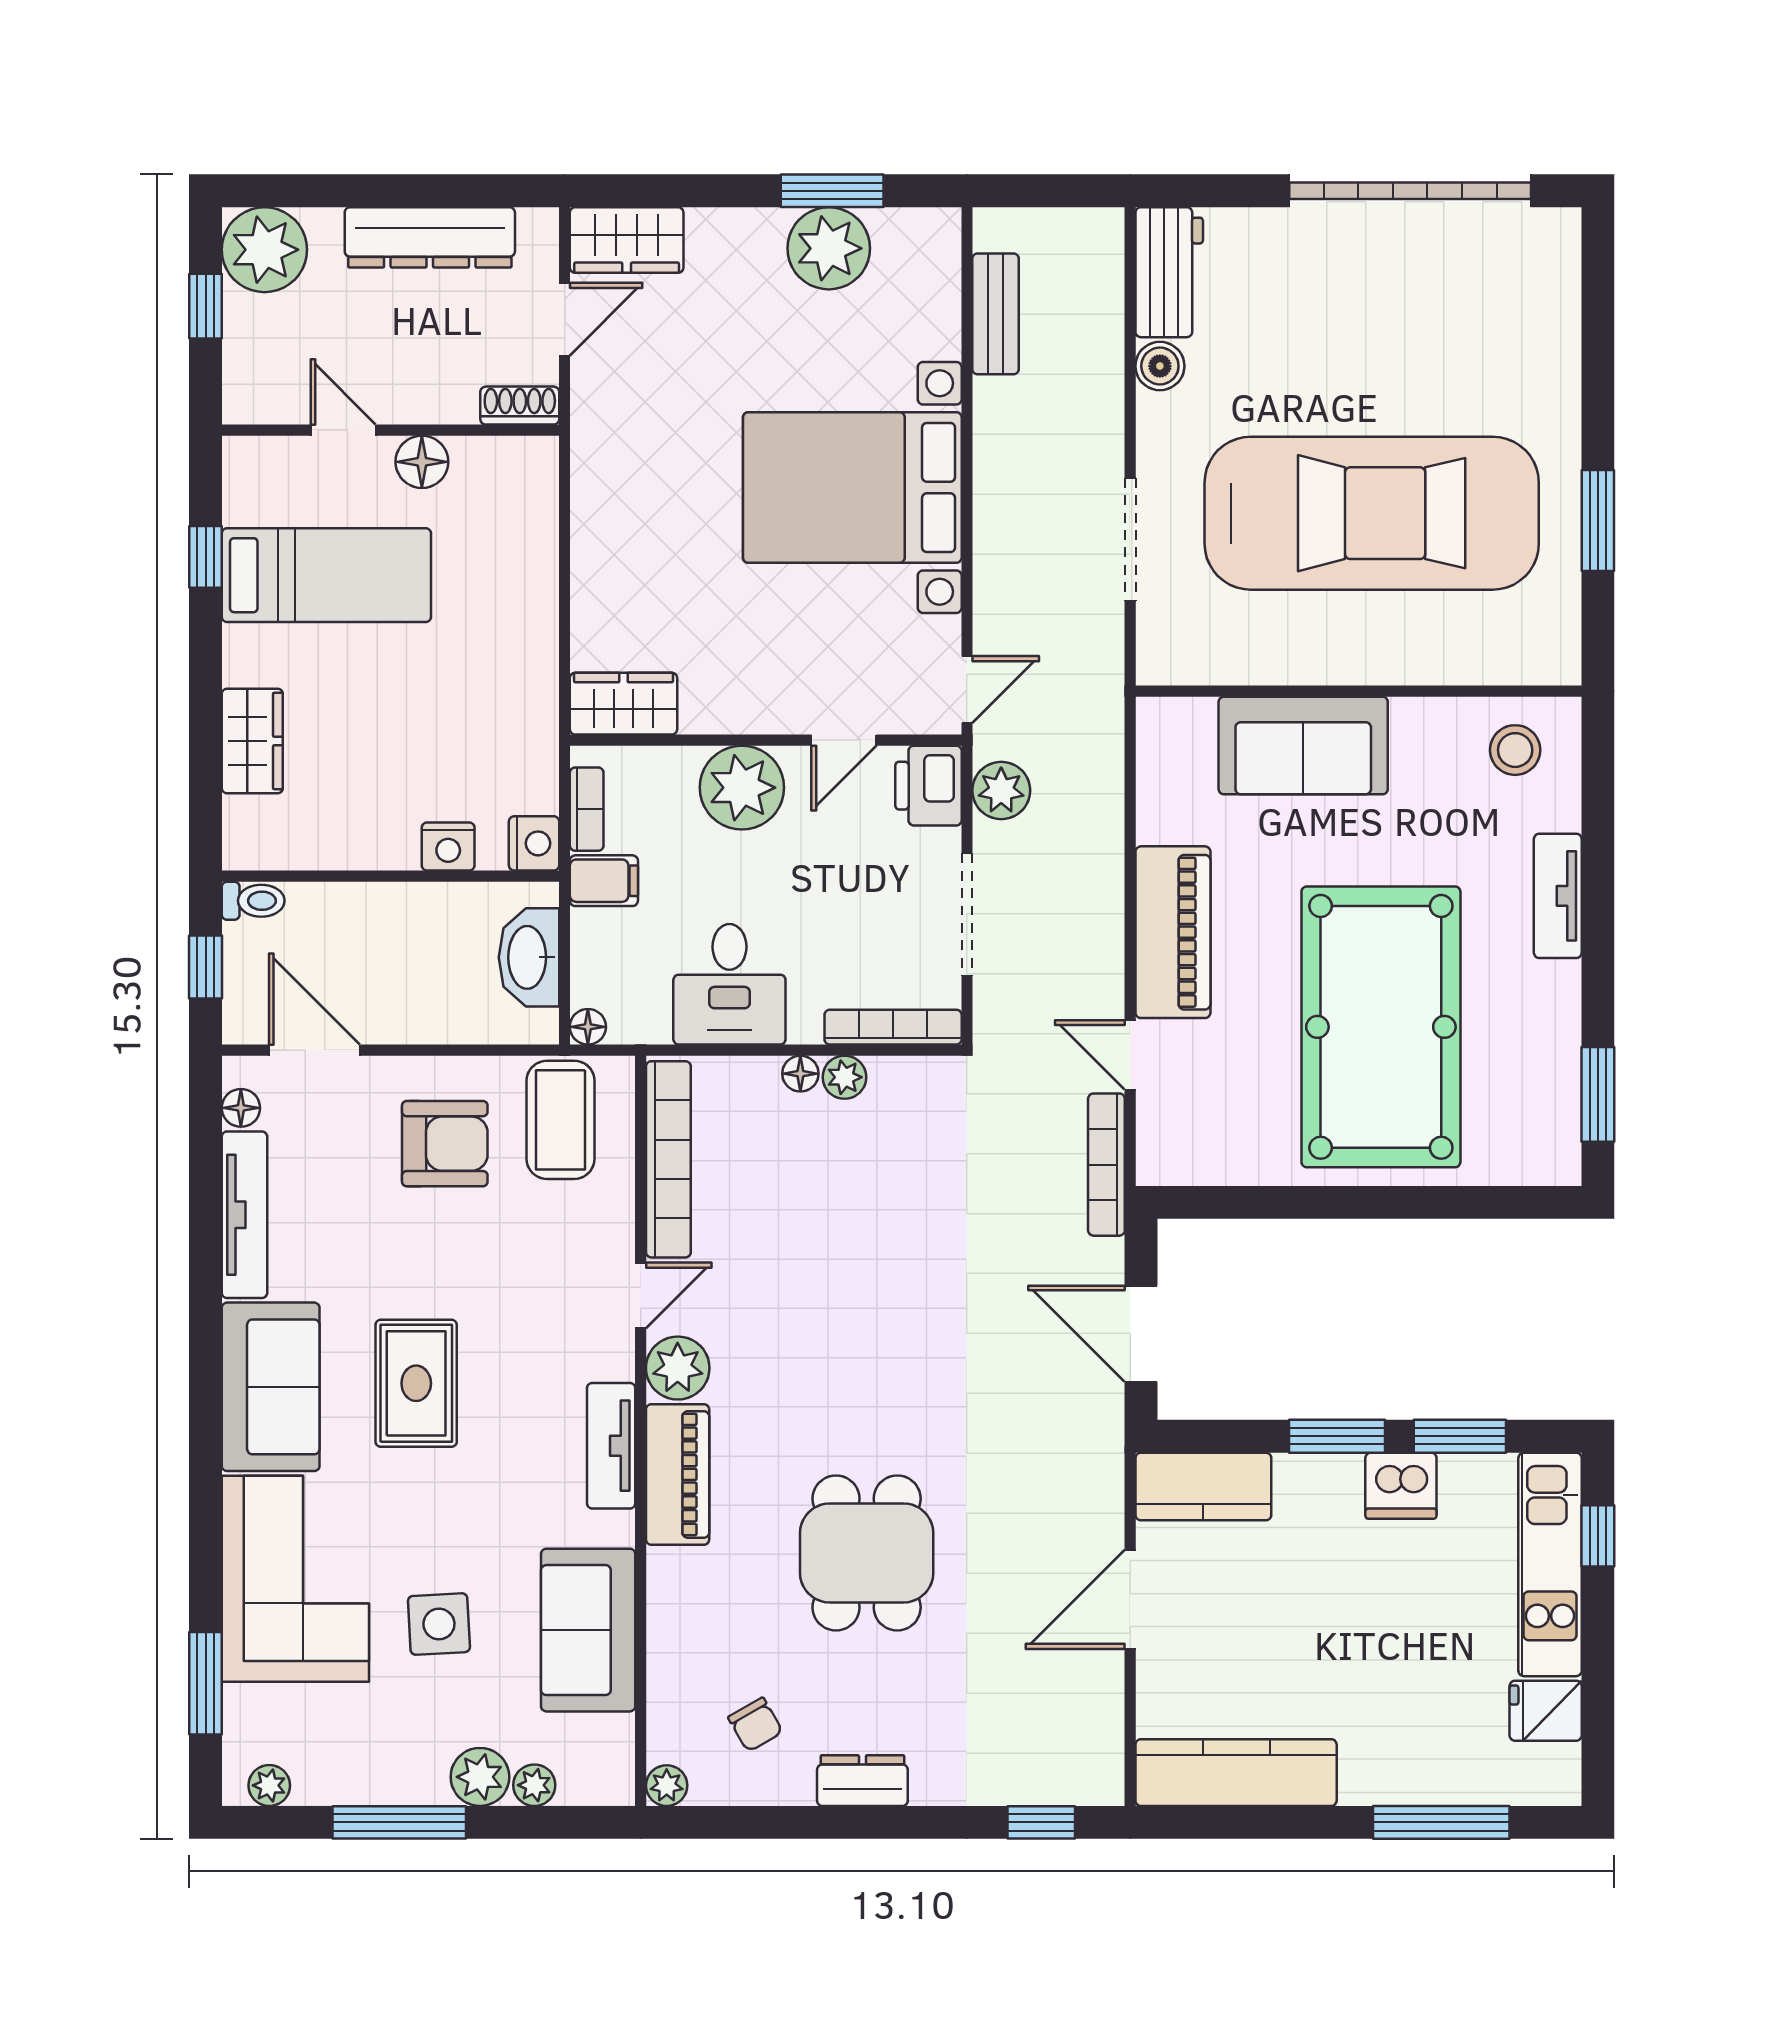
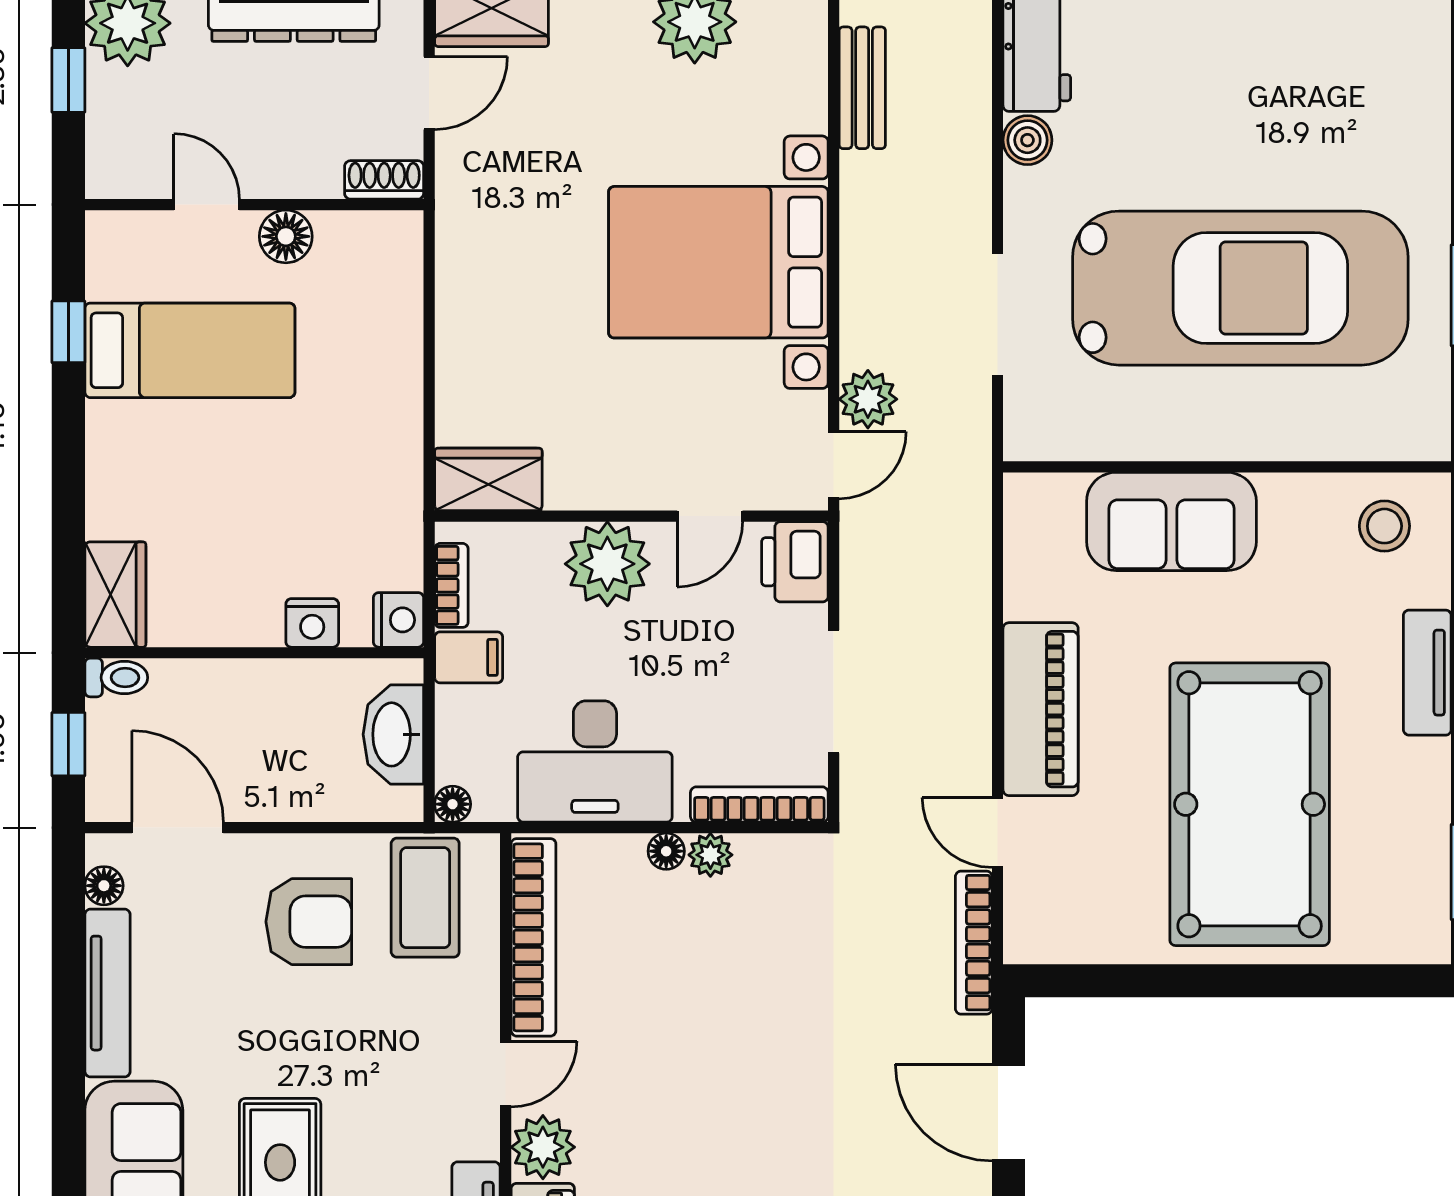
wardrobe: (252, 741) -> (115, 595), moved
plant: (1001, 790) -> (868, 399), moved
desk: (729, 984) -> (595, 761), width x1.37

